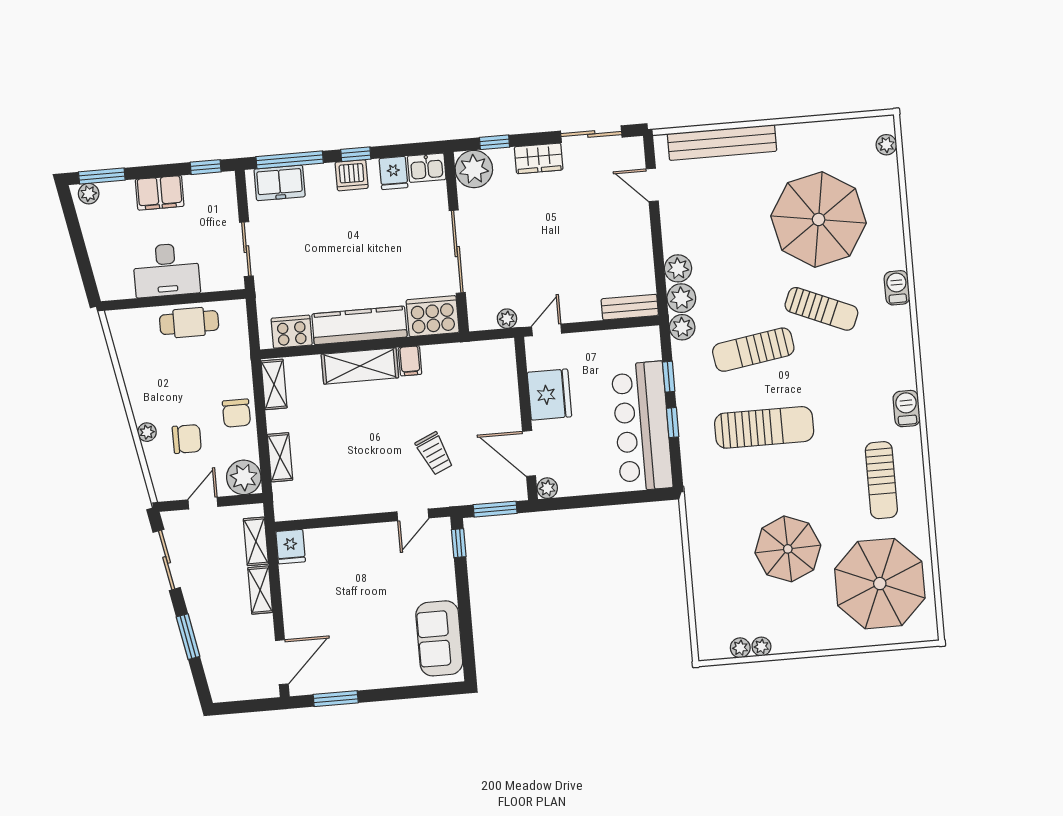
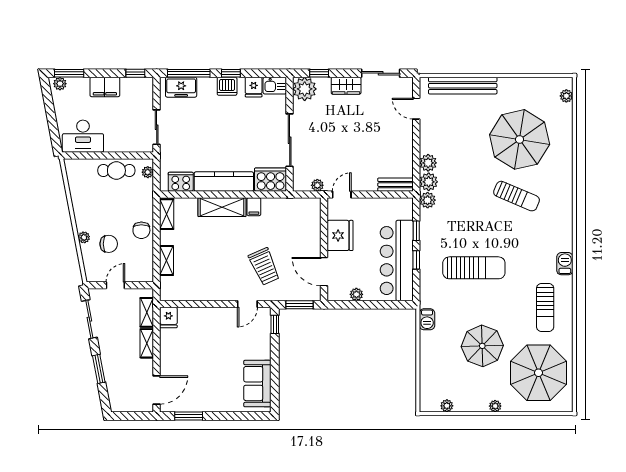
desk: (166, 270) -> (83, 136), moved
barbecue: (897, 288) -> (427, 319), moved, turned 180
sun lounger: (753, 350) -> (471, 218), removed
trolley: (434, 454) -> (264, 266), width x1.36, depth x1.39
plant: (244, 477) -> (148, 172), moved, width x0.53, depth x0.53
plant: (547, 488) -> (356, 294), moved
plant: (761, 646) -> (495, 406), moved

